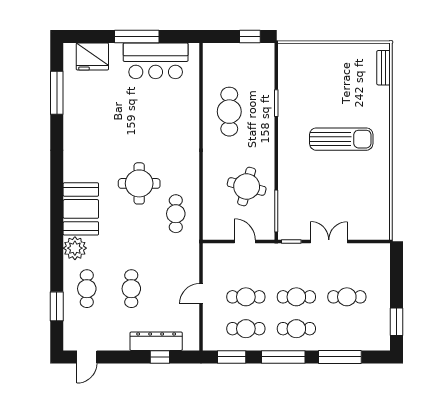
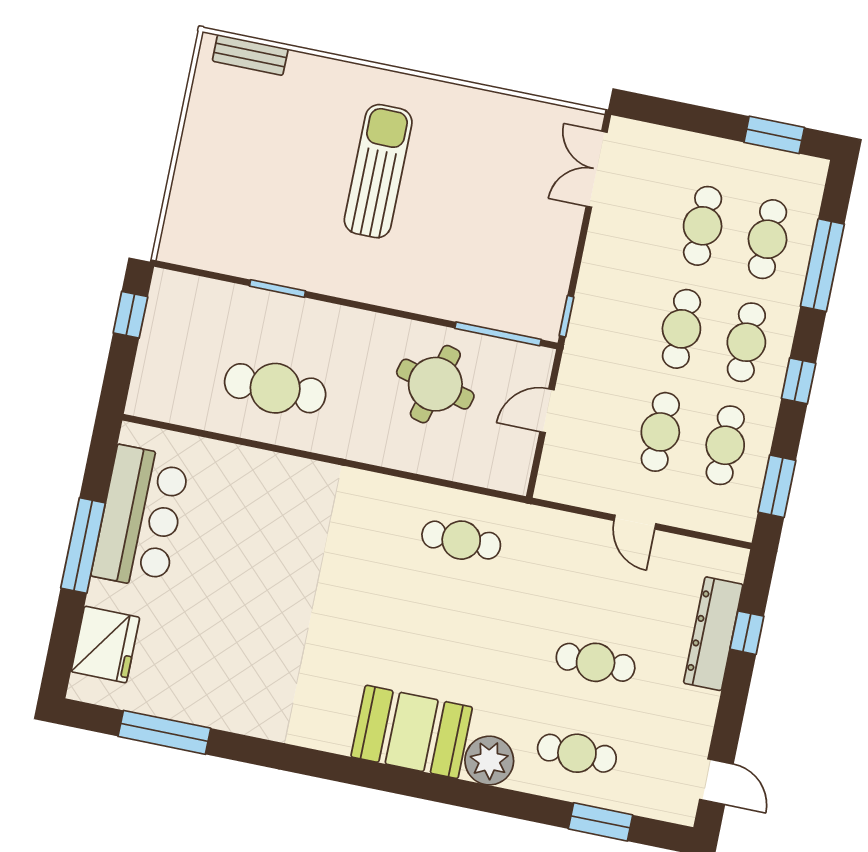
round table: (139, 183) -> (384, 602), removed
double door: (329, 242) -> (597, 169), moved
cafe table: (347, 329) -> (768, 239), added
window: (283, 357) -> (799, 381), width x0.46

